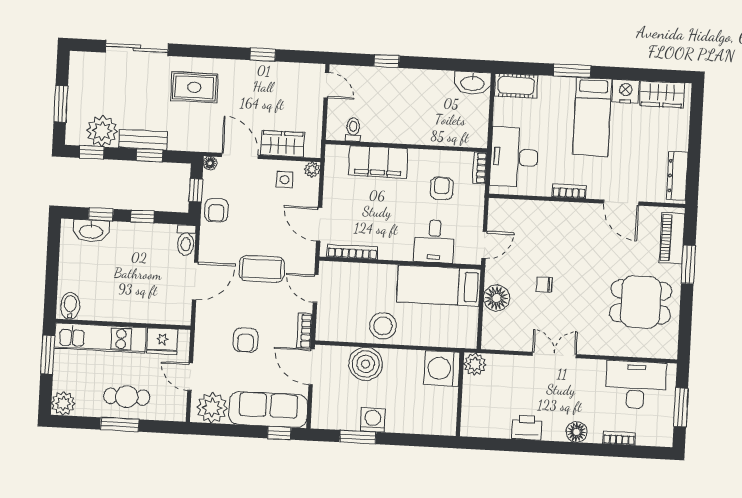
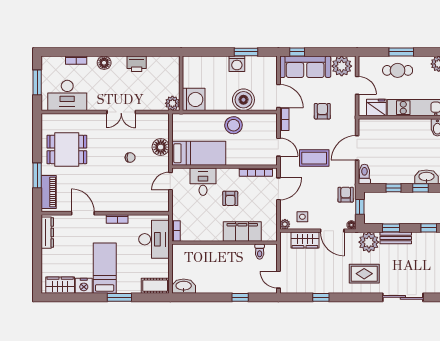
plant: (102, 131) -> (369, 242), moved
armchair: (442, 188) -> (230, 198), moved
door: (319, 224) -> (278, 189), hinge flipped

